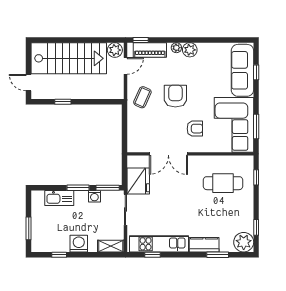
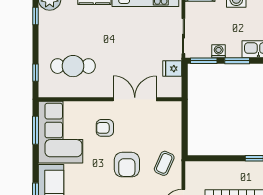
fridge: (138, 181) -> (172, 69), width x0.53, depth x0.75

